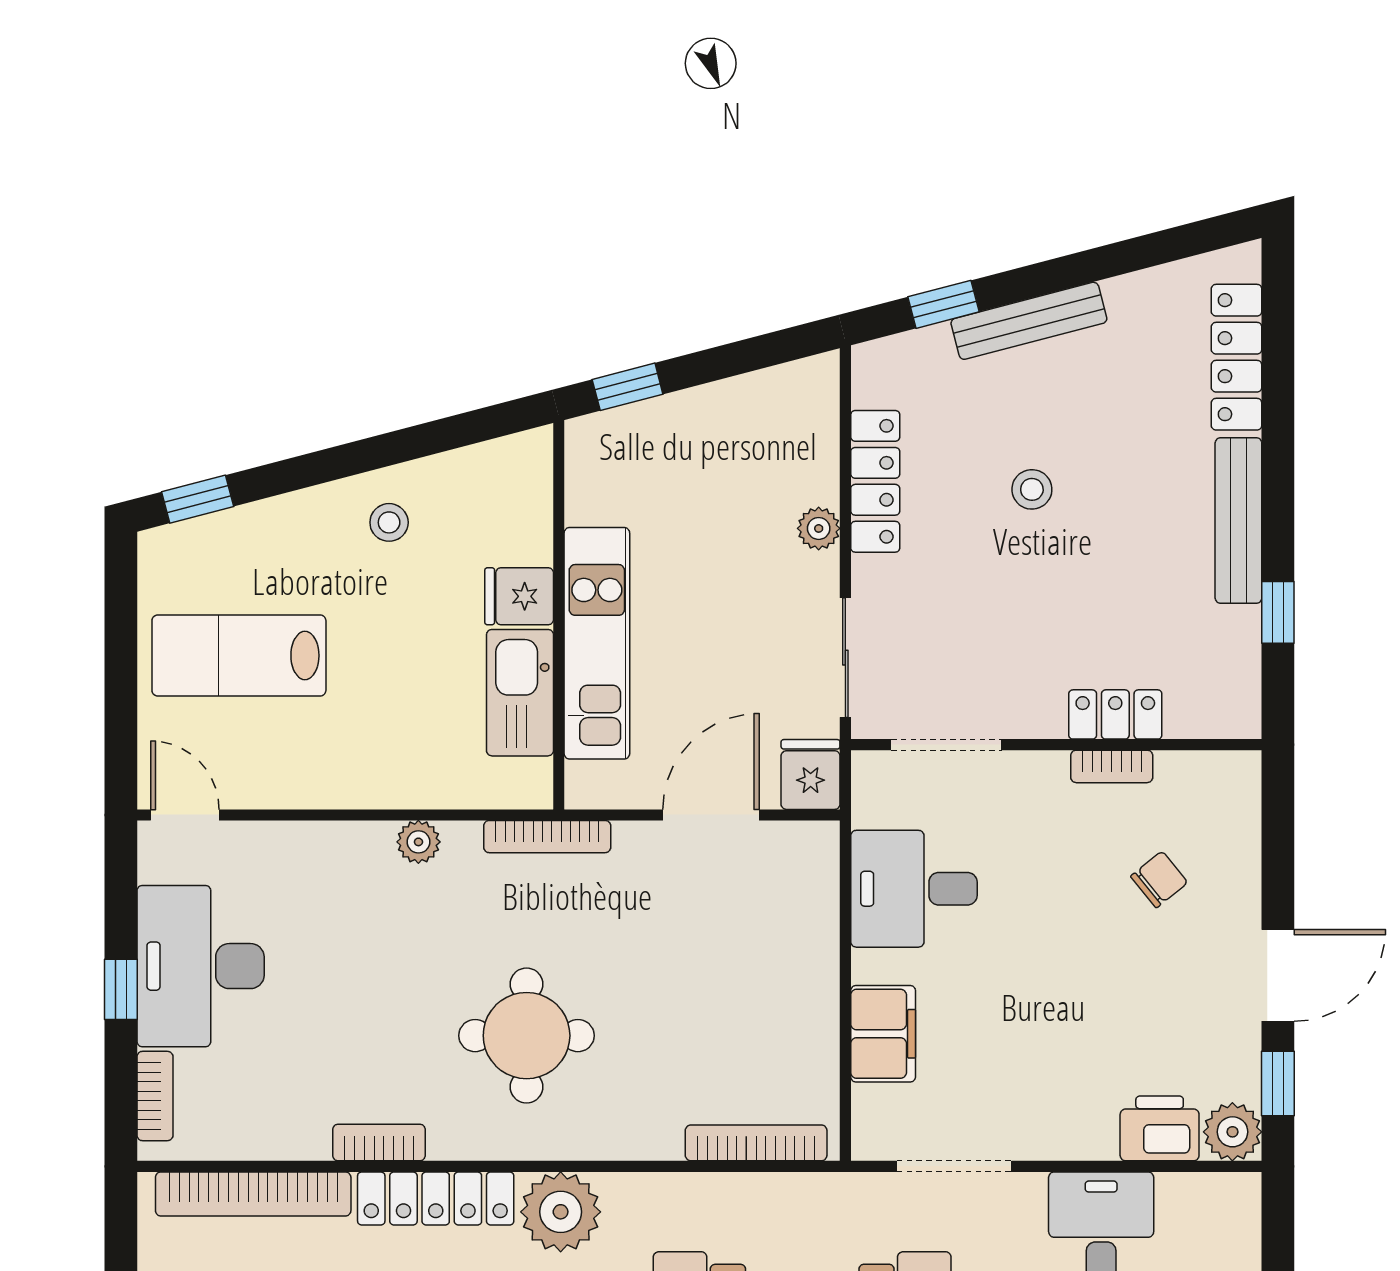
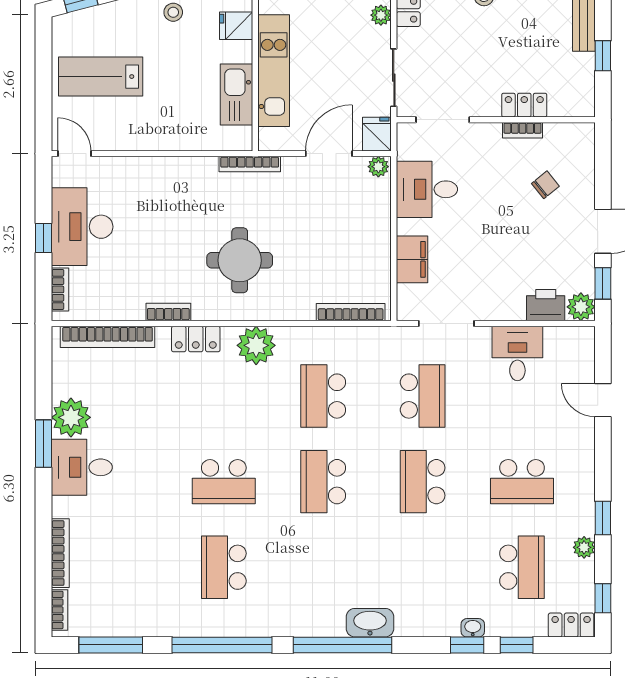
fridge: (519, 596) -> (236, 26), moved
plant: (418, 842) -> (378, 167), moved
locker: (436, 1198) -> (196, 339), width x0.66

